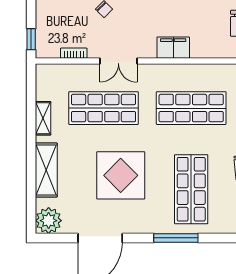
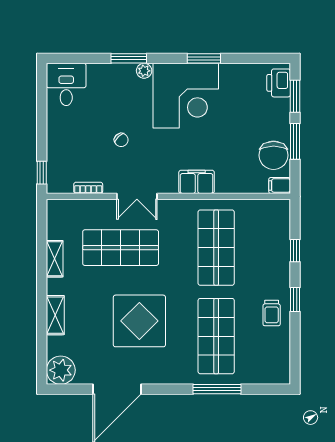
shop shelf: (191, 108) -> (216, 248), turned 90
shelving: (46, 170) -> (55, 315), width x0.67, depth x0.75
window: (176, 238) -> (217, 389), moved

